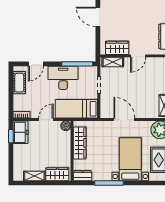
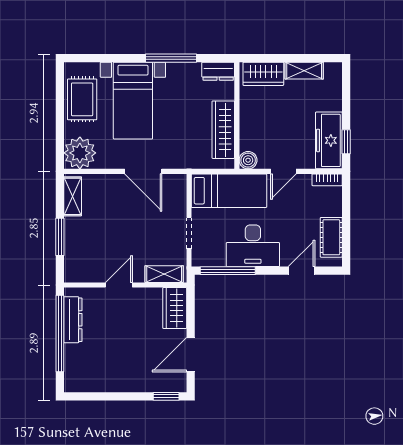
door: (98, 17) -> (191, 355), swing flipped
wardrobe: (117, 48) -> (175, 308), moved, turned 90
freezer: (20, 132) -> (329, 140), width x1.40

